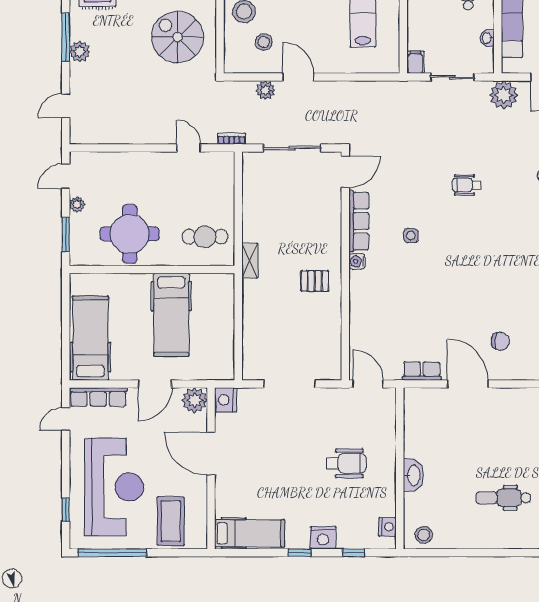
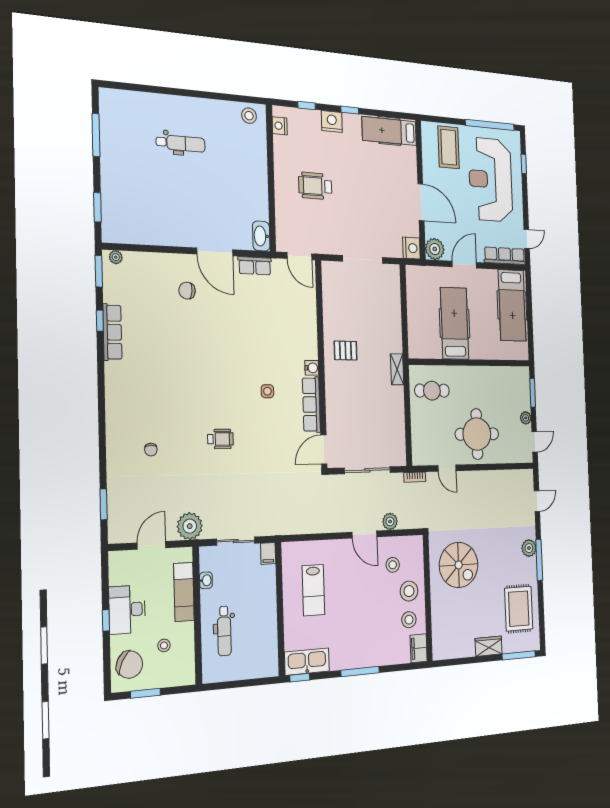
round table: (130, 234) -> (477, 434), moved
washbasin: (413, 475) -> (261, 236), moved

